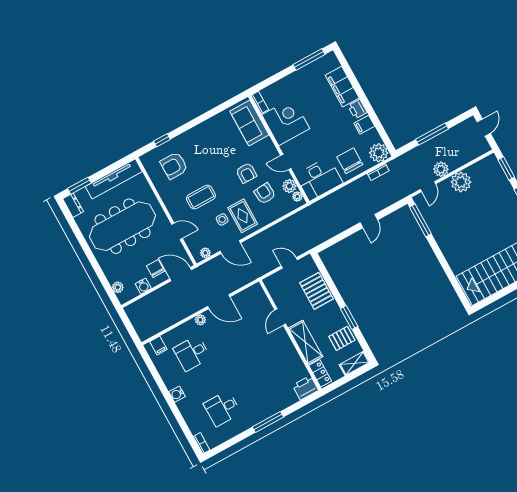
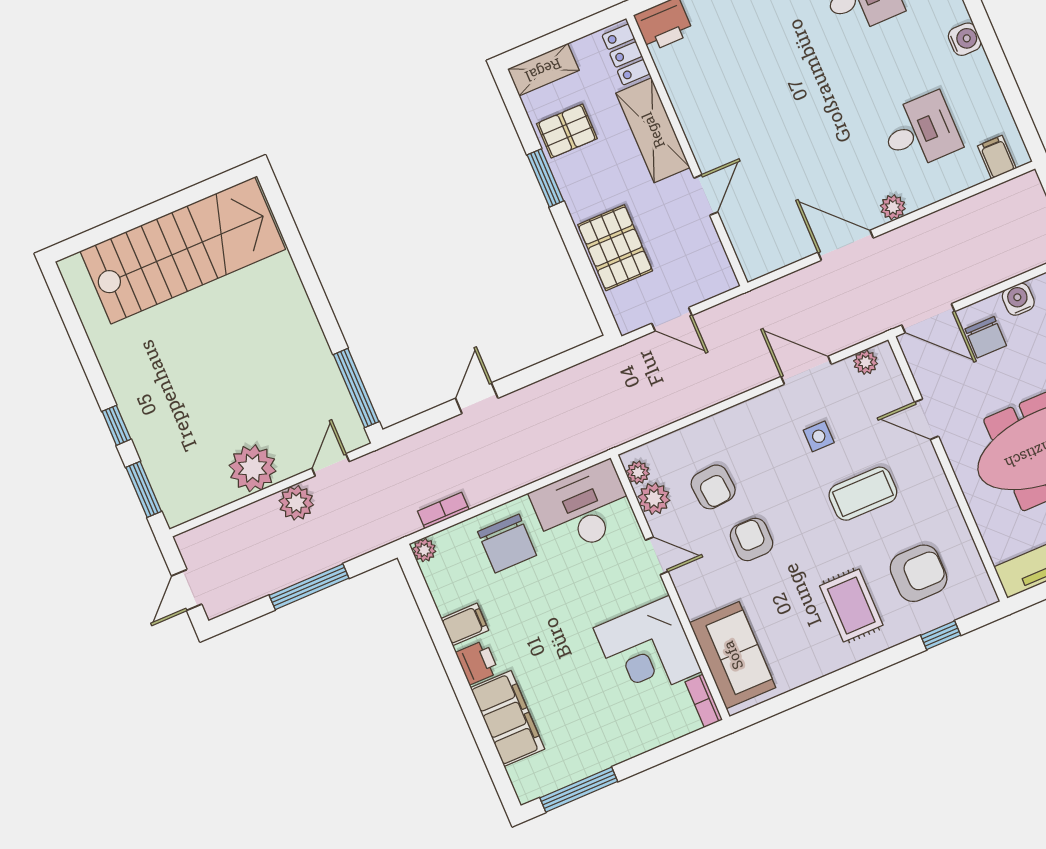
plant: (379, 153) -> (424, 550), width x0.53, depth x0.53
rug: (243, 216) -> (851, 605), moved

